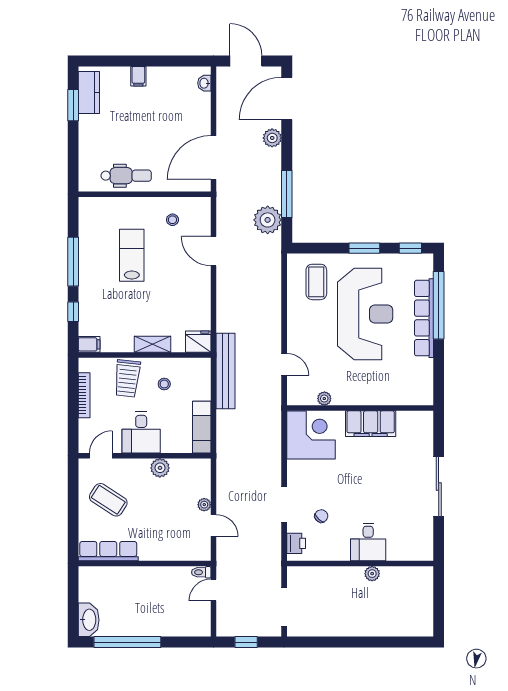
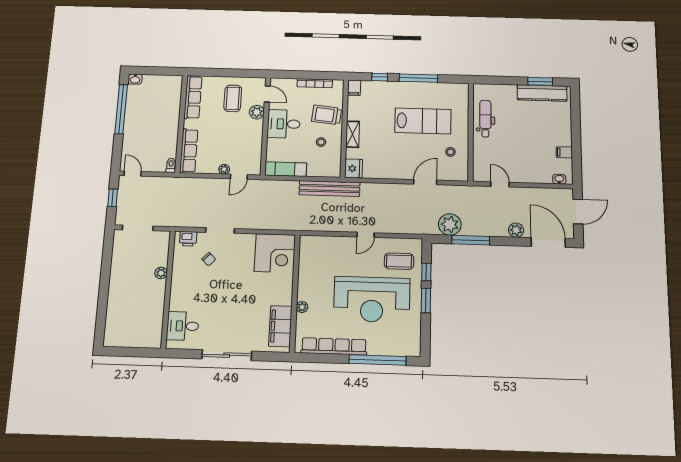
filing cabinet: (138, 76) -> (564, 152), moved
kitchen counter: (89, 92) -> (542, 93), width x1.50
door: (213, 157) -> (500, 184), width x0.53
dental chair: (126, 176) -> (485, 119), turned 180
window: (410, 248) -> (426, 272), moved
lab bench: (132, 255) -> (423, 121), width x1.36, depth x1.39
row of seats: (424, 318) -> (334, 346), moved
door: (284, 364) -> (366, 235), moved
plant: (324, 399) -> (302, 307), moved
filing cabinet: (371, 424) -> (280, 326), moved
plant: (160, 468) -> (257, 112), moved
coffee table: (108, 500) -> (233, 98), turned -33
door: (213, 525) -> (239, 177), moved
desk: (368, 542) -> (183, 326), moved
row of seats: (181, 551) -> (189, 151), added
plant: (372, 574) -> (161, 273), moved
door: (213, 590) -> (133, 174), moved
washbasin: (89, 620) -> (135, 79), width x0.52, depth x0.69

